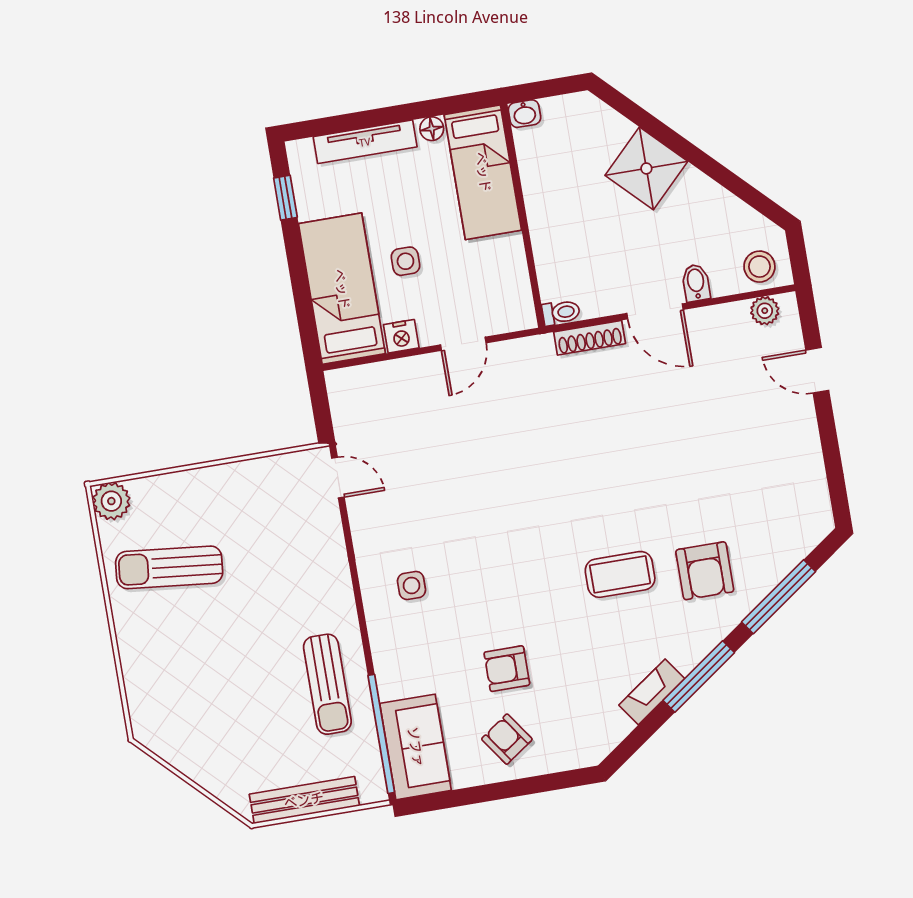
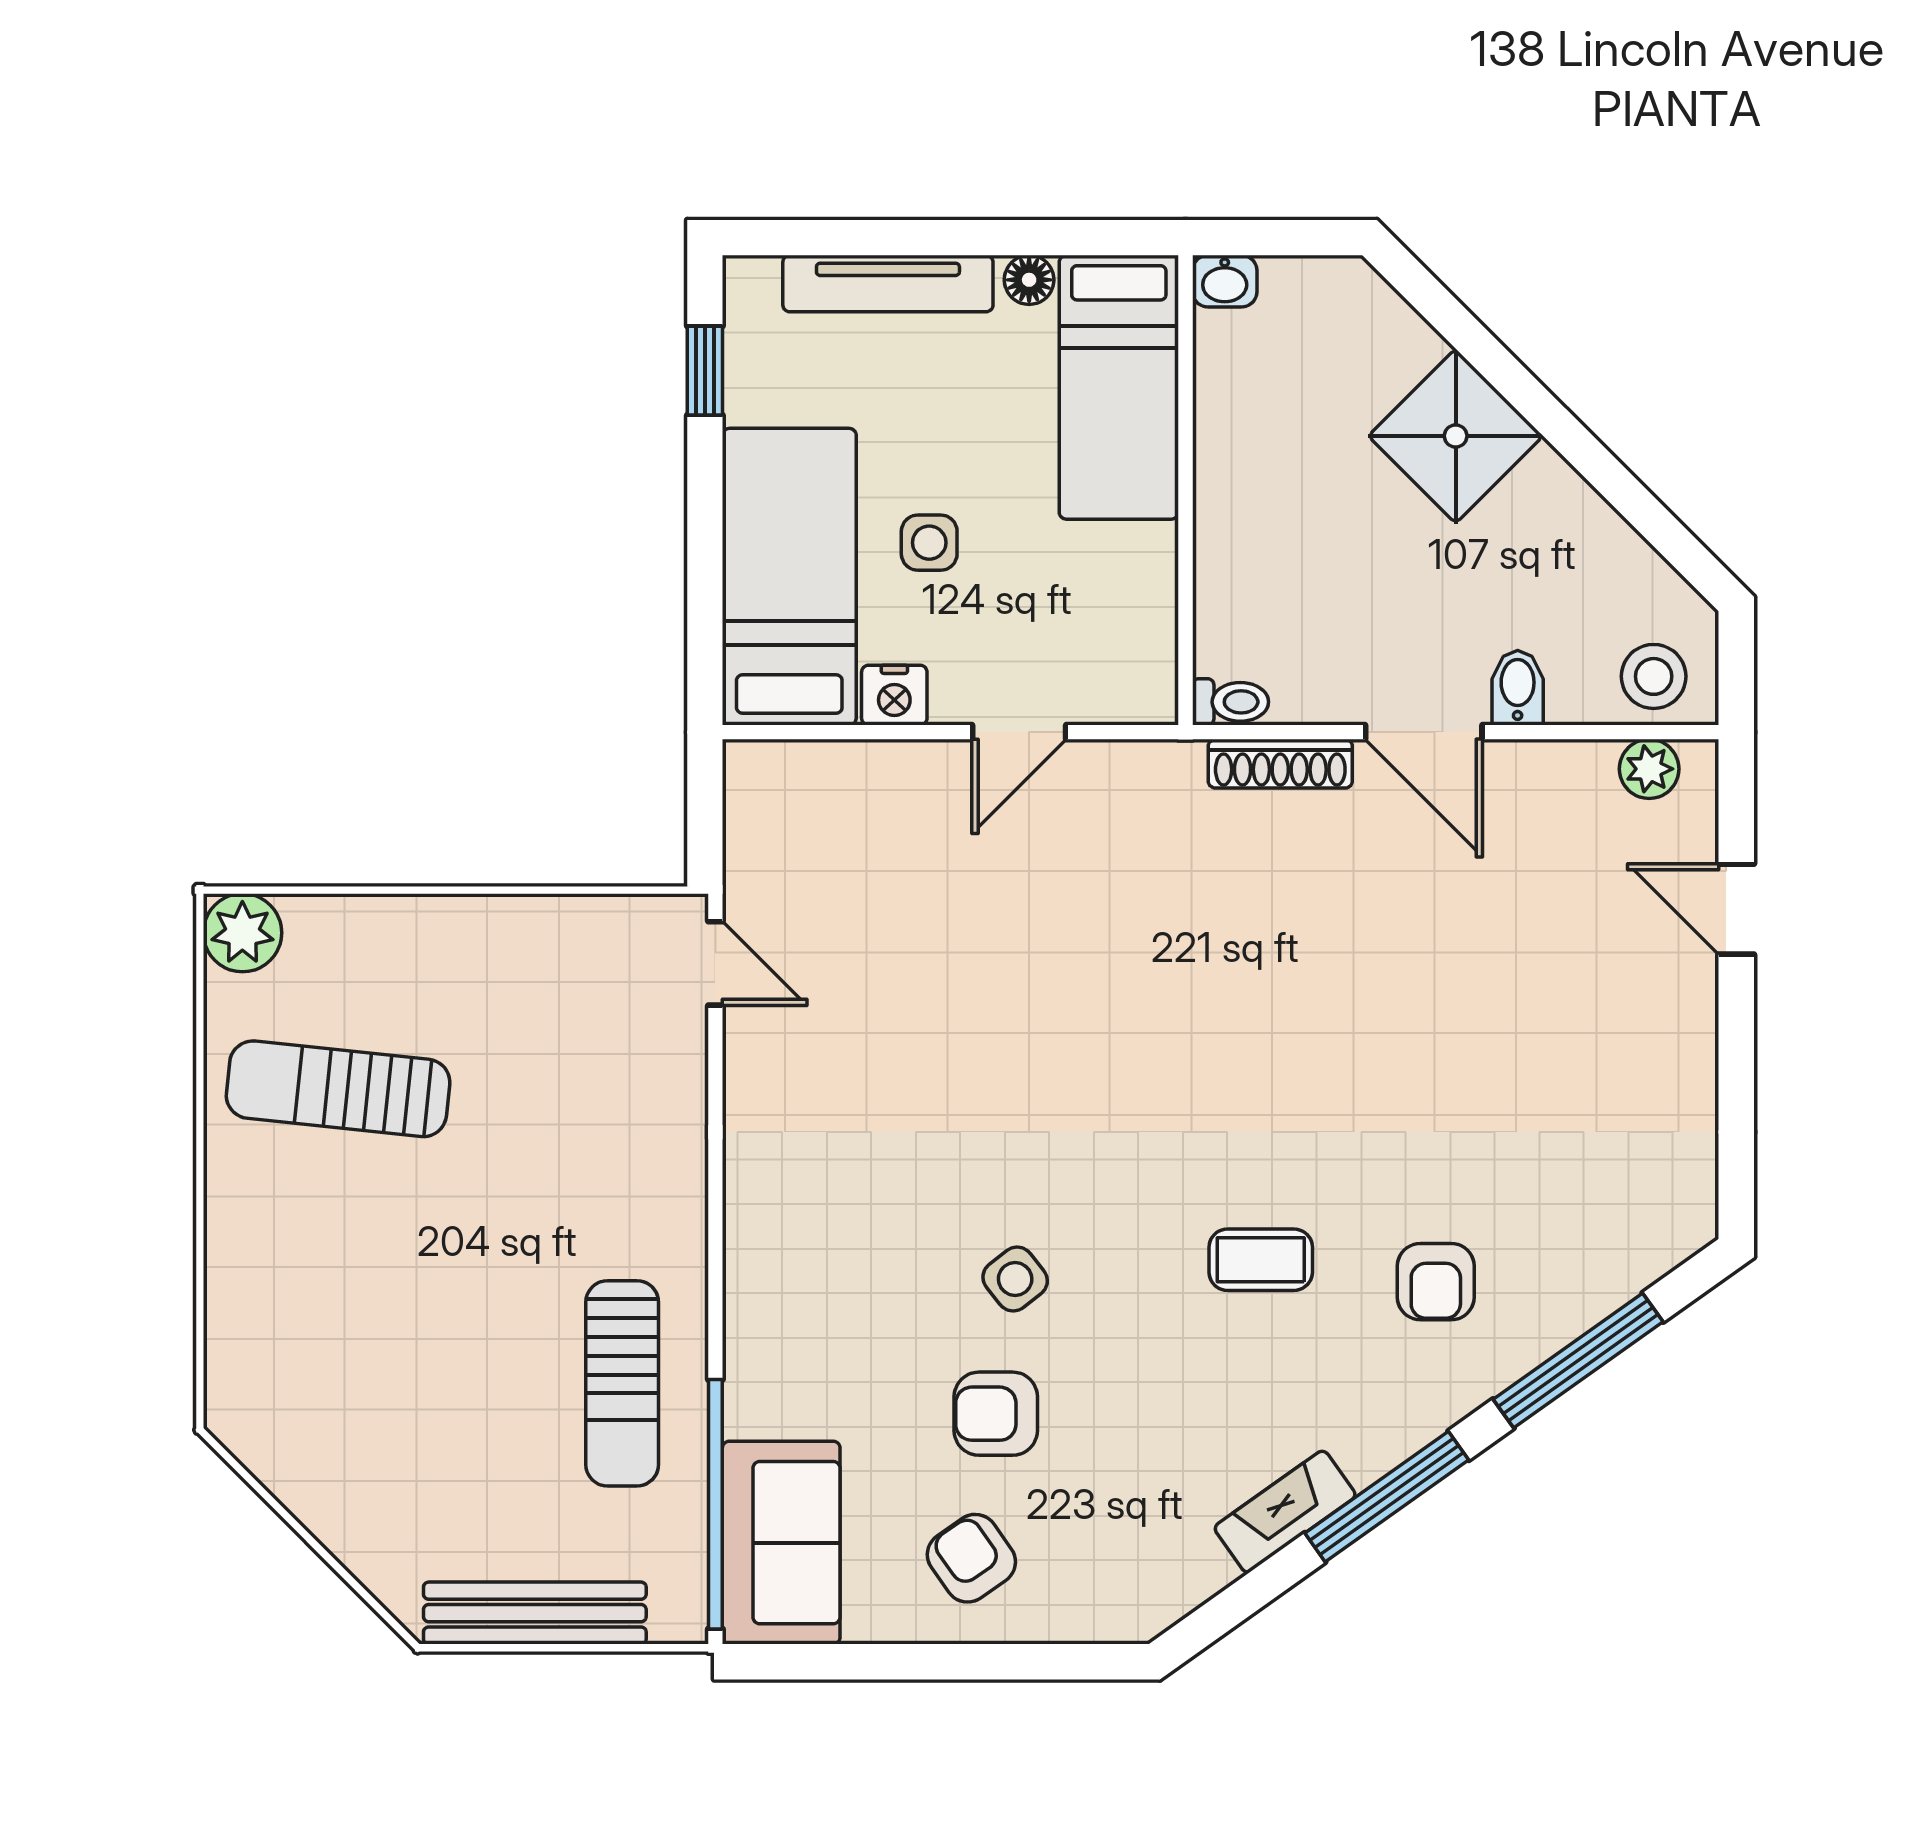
armchair: (705, 571) -> (1436, 1282), width x0.72, depth x0.72
coffee table: (620, 574) -> (1261, 1260), width x0.73, depth x0.77
side table: (412, 585) -> (1015, 1279), moved, turned -38

